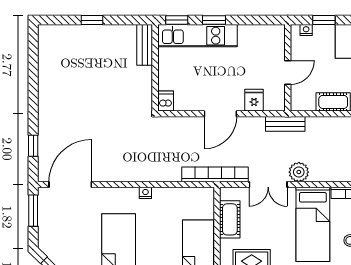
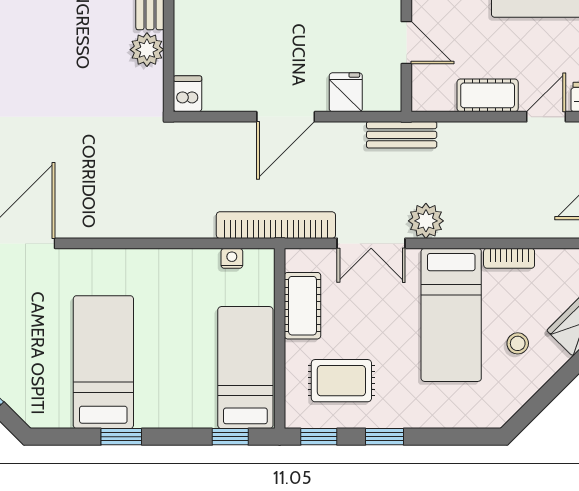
door: (288, 72) -> (406, 43), hinge flipped
plant: (143, 76) -> (147, 50), added
nightstand: (145, 193) -> (232, 258), moved

